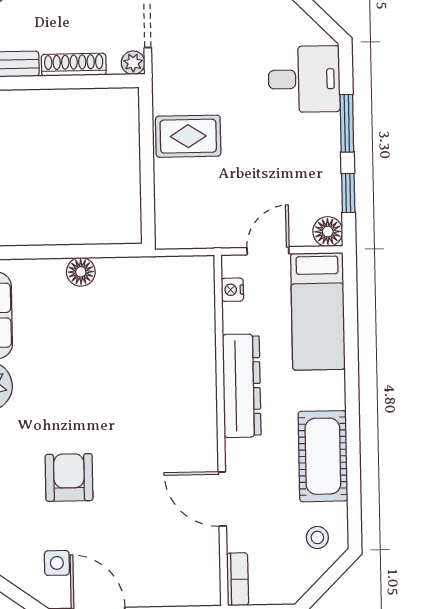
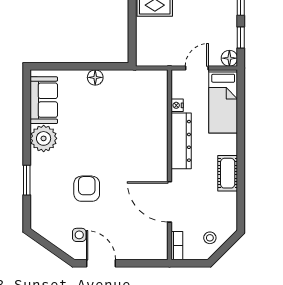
nightstand: (232, 290) -> (177, 105), moved
cot: (323, 456) -> (228, 173), width x0.73, depth x0.75
door: (222, 499) -> (169, 202), width x1.36
stool: (317, 537) -> (210, 238), moved

